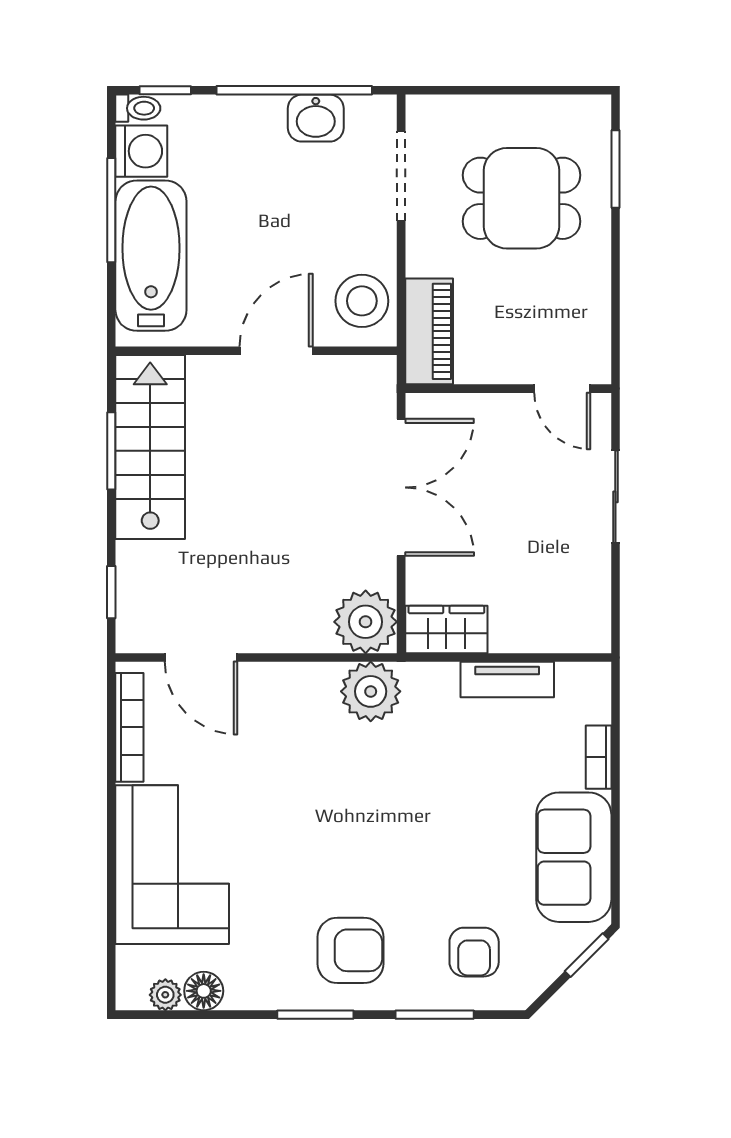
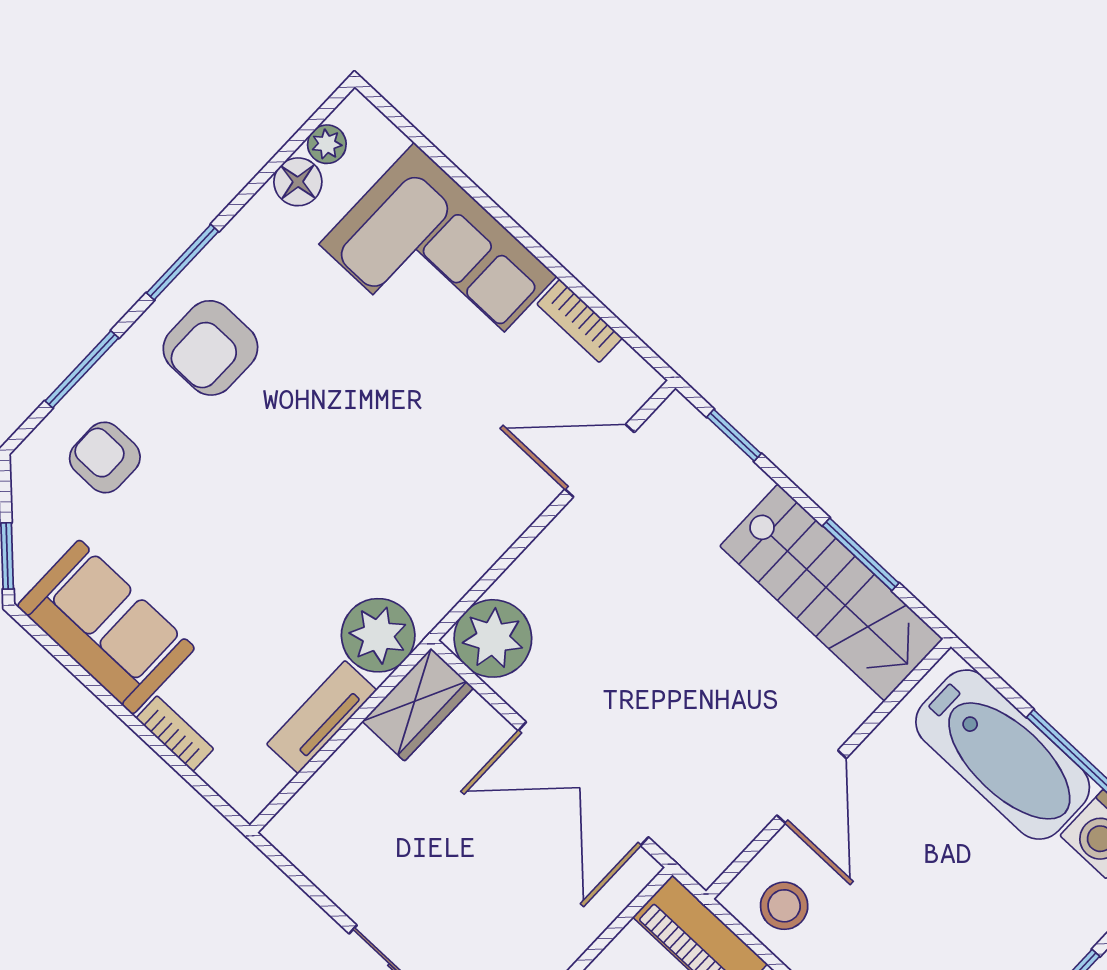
stool: (362, 301) -> (784, 906), width x0.73, depth x0.73
plant: (371, 691) -> (378, 635), moved
bookcase: (129, 727) -> (580, 321), width x0.64

